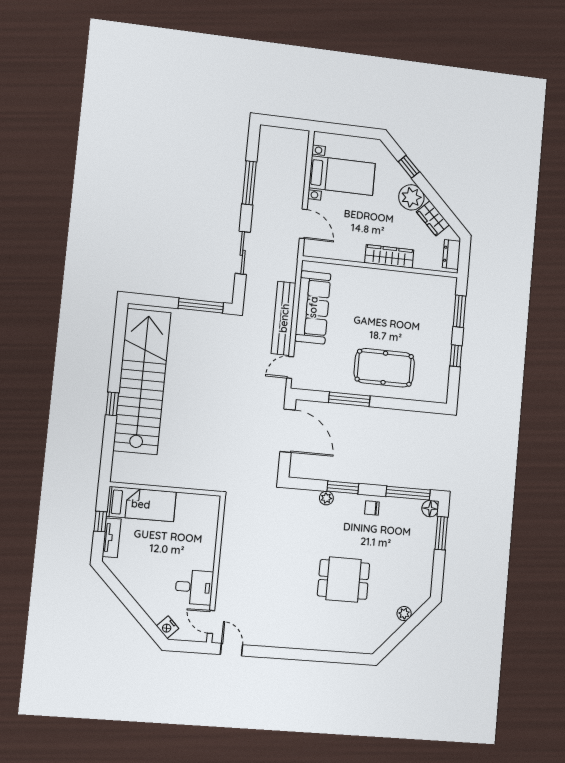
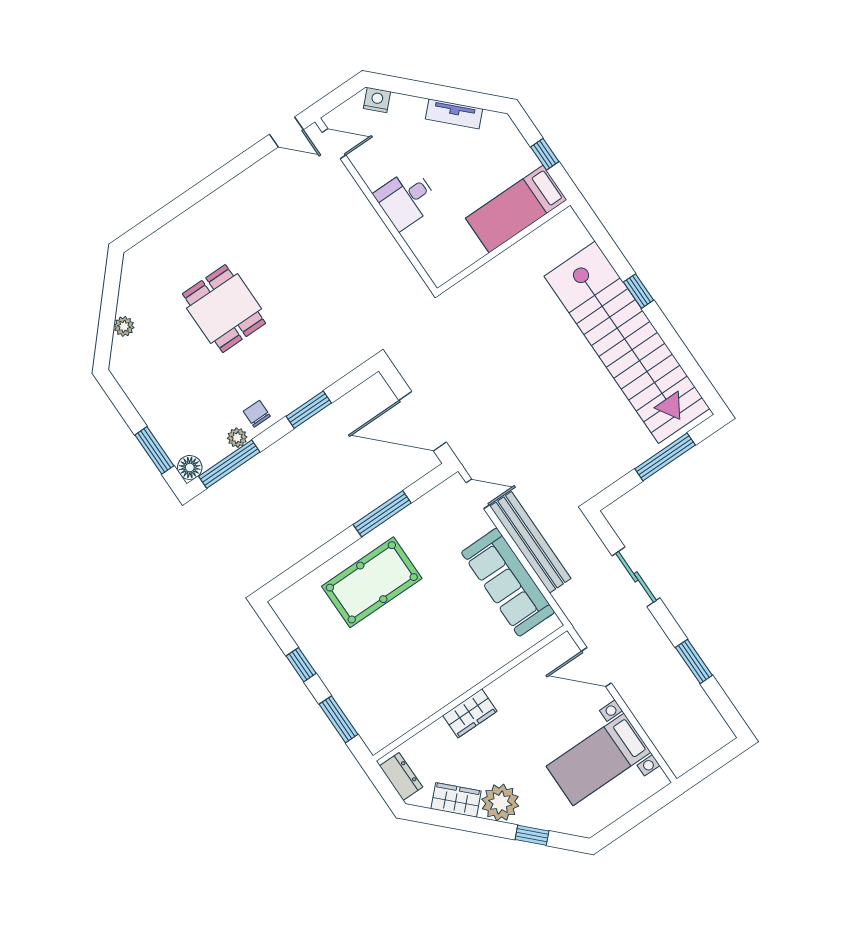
window: (249, 183) -> (694, 661), width x0.69
wardrobe: (389, 256) -> (470, 713), width x0.67
window: (201, 306) -> (665, 457), moved
door: (290, 367) -> (478, 494), hinge flipped
plant: (326, 498) -> (237, 438), moved
chair: (372, 508) -> (257, 414), turned -90
tv unit: (112, 538) -> (454, 114), moved, turned -45
dining table: (344, 580) -> (224, 309), turned 90
desk: (194, 587) -> (406, 199), moved

